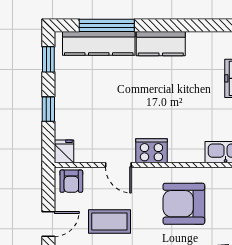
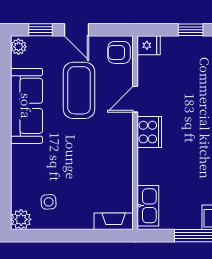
armchair: (184, 204) -> (97, 164), removed
coffee table: (109, 221) -> (79, 90), width x1.36, depth x1.32

